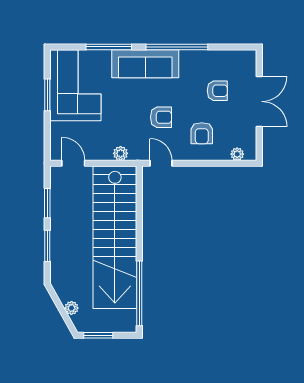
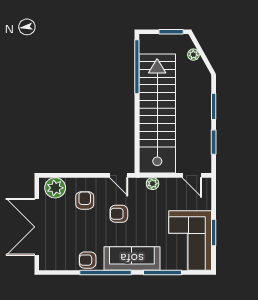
armchair: (217, 91) -> (88, 260), moved
double door: (259, 101) -> (37, 227), width x1.36
plant: (237, 154) -> (55, 188), width x1.87, depth x1.87

